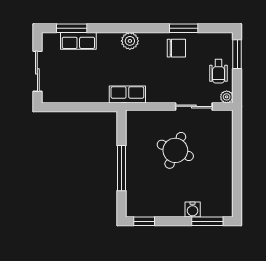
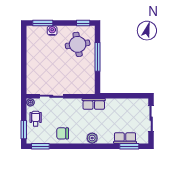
window: (184, 28) -> (40, 146), moved
round table: (175, 150) -> (78, 44), moved, turned -32

